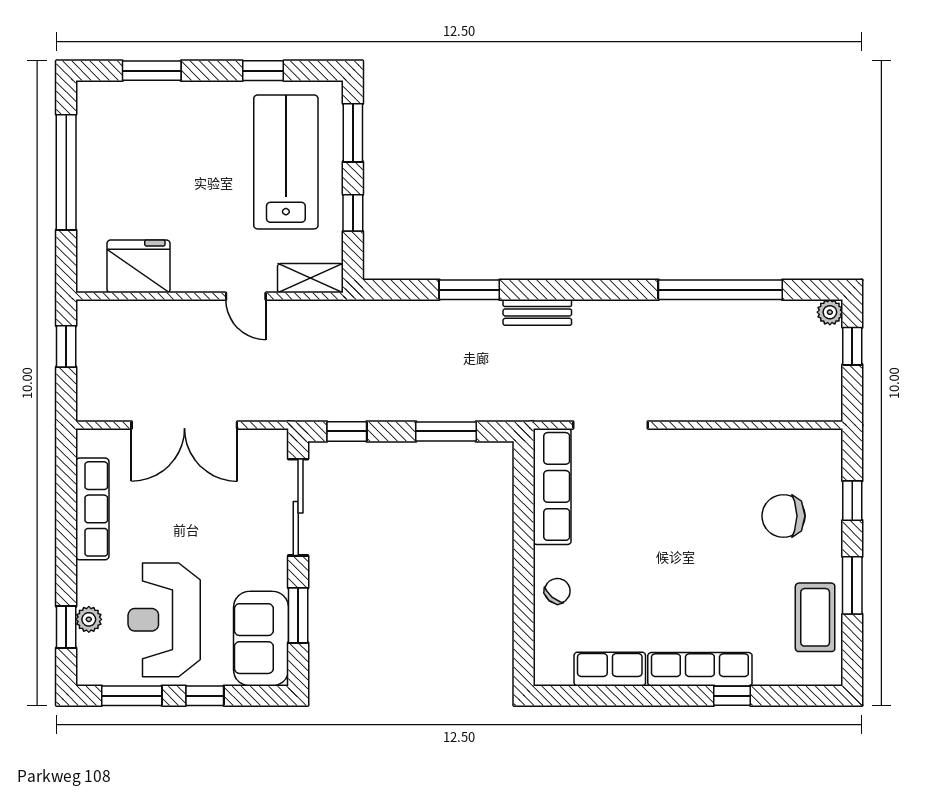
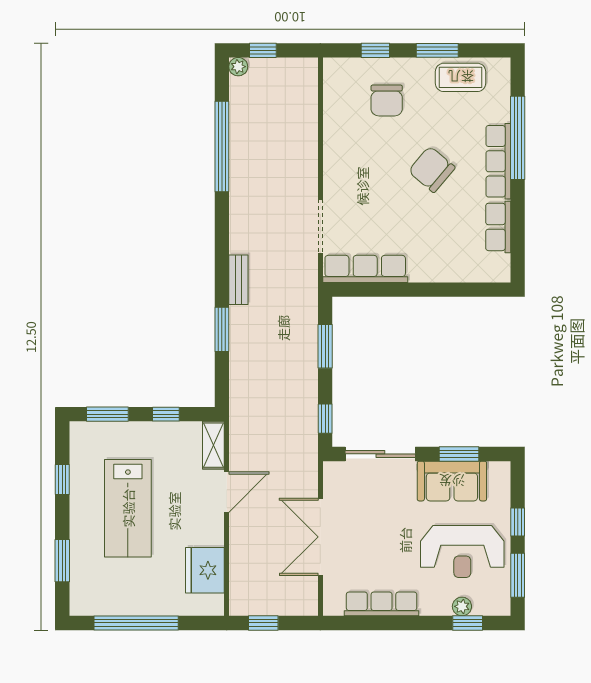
lab bench: (286, 162) -> (128, 508), moved, turned -90
door: (246, 296) -> (227, 492), width x1.38
double door: (184, 425) -> (320, 537), swing flipped
chair: (557, 591) -> (432, 169), moved, width x1.87, depth x1.87
sofa: (261, 639) -> (452, 481), moved
window: (732, 696) -> (518, 138), width x3.17

